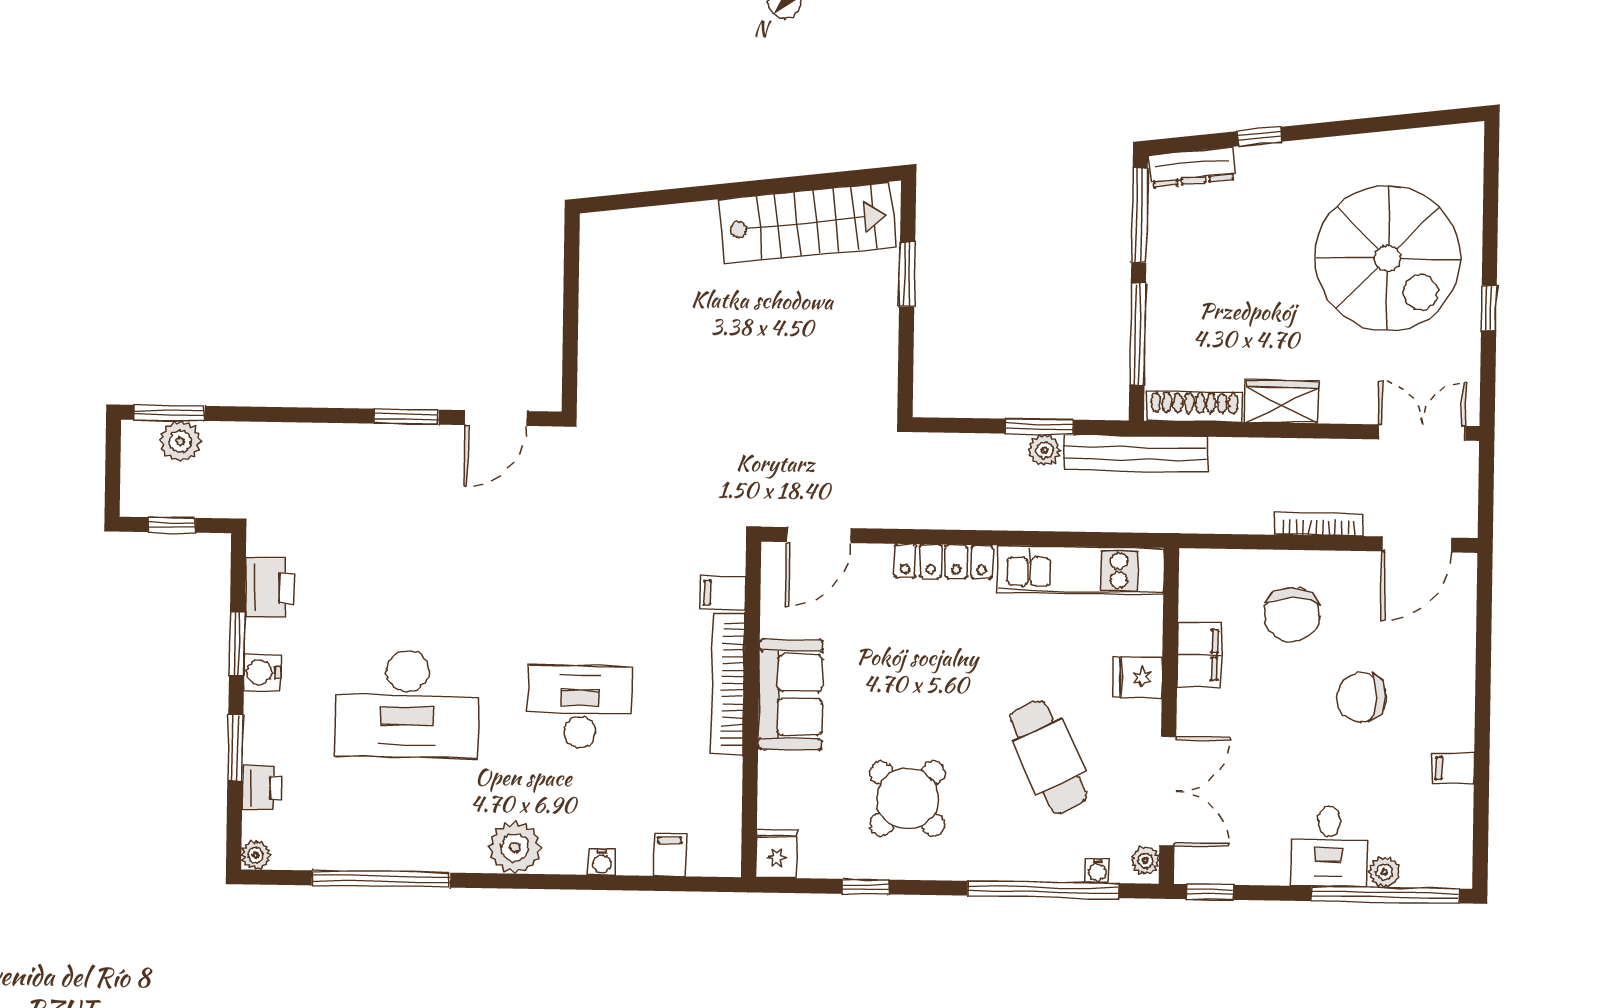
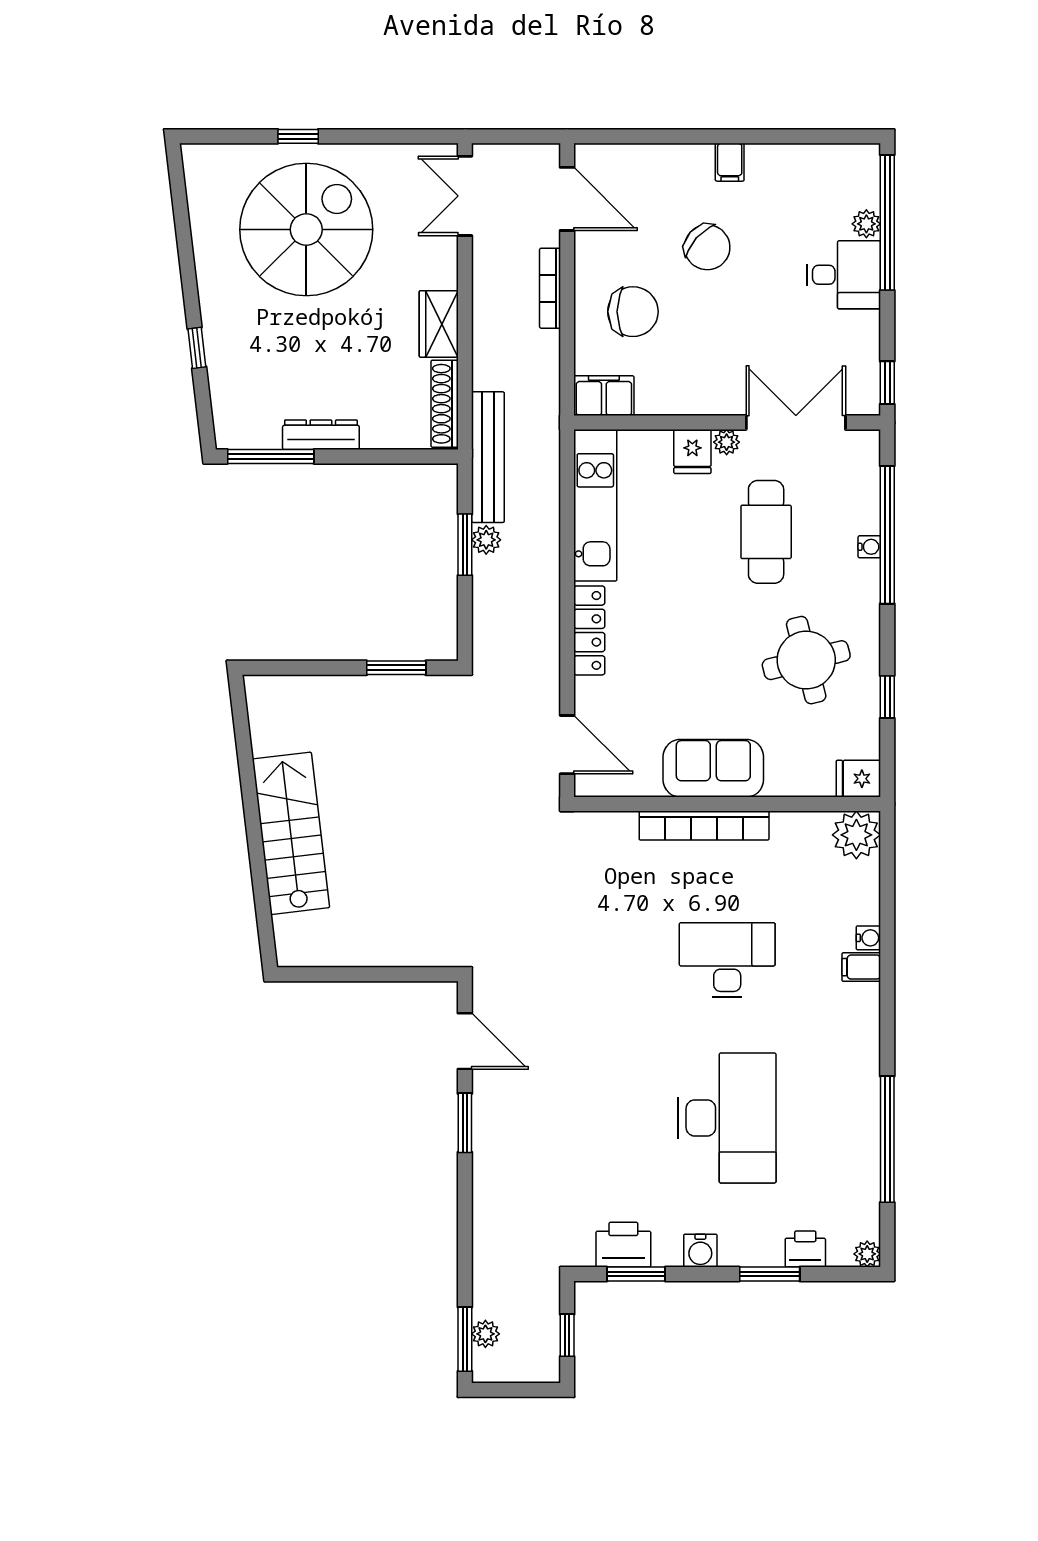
dresser: (1192, 167) -> (321, 435), moved, turned -83
stairs: (807, 223) -> (291, 833), moved
window: (907, 274) -> (396, 668), moved
window: (1489, 308) -> (298, 136), moved
window: (1138, 334) -> (379, 457), removed
plant: (180, 441) -> (485, 1334), width x0.73, depth x0.73
filing cabinet: (723, 593) -> (621, 831), removed
window: (237, 643) -> (636, 1274), moved
filing cabinet: (1199, 655) -> (604, 396), moved
chair: (1361, 697) -> (707, 247), turned -48
desk: (580, 707) -> (727, 960), turned 90
cafe table: (1048, 757) -> (766, 532), turned -65
filing cabinet: (1453, 768) -> (730, 162), moved
round table: (907, 799) -> (806, 660), turned 32
plant: (515, 847) -> (856, 835), moved
filing cabinet: (670, 855) -> (861, 967), moved
plant: (1145, 861) -> (727, 442), moved
water cooler: (1097, 871) -> (869, 547), moved

